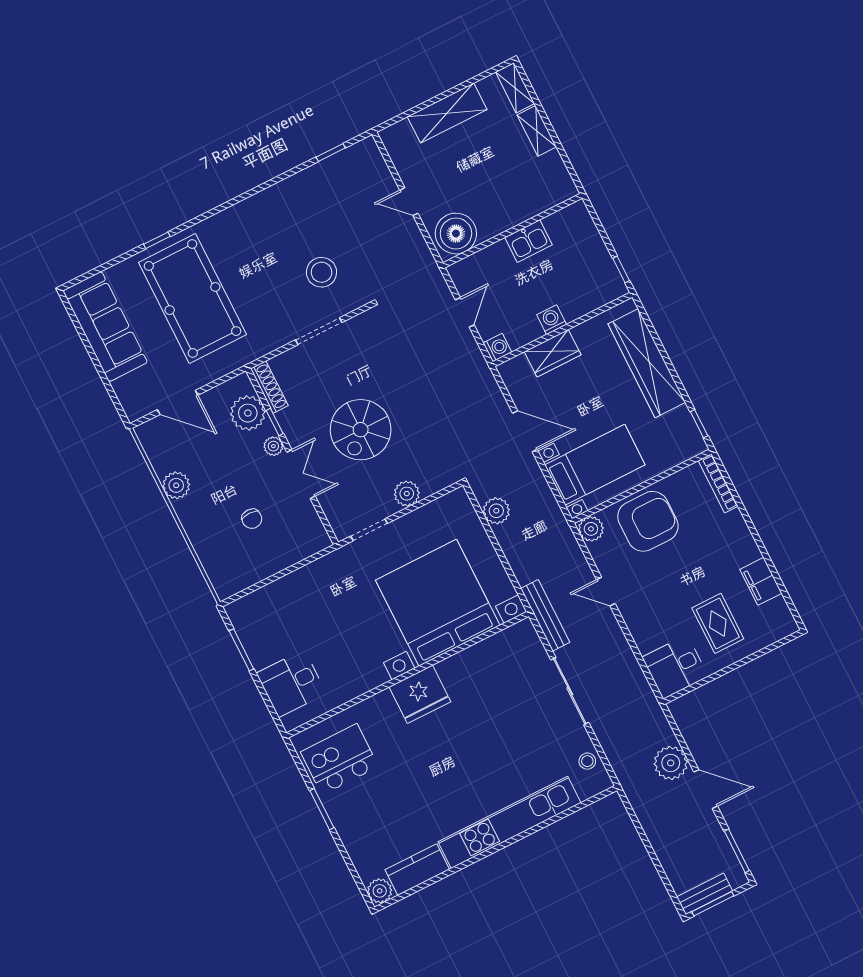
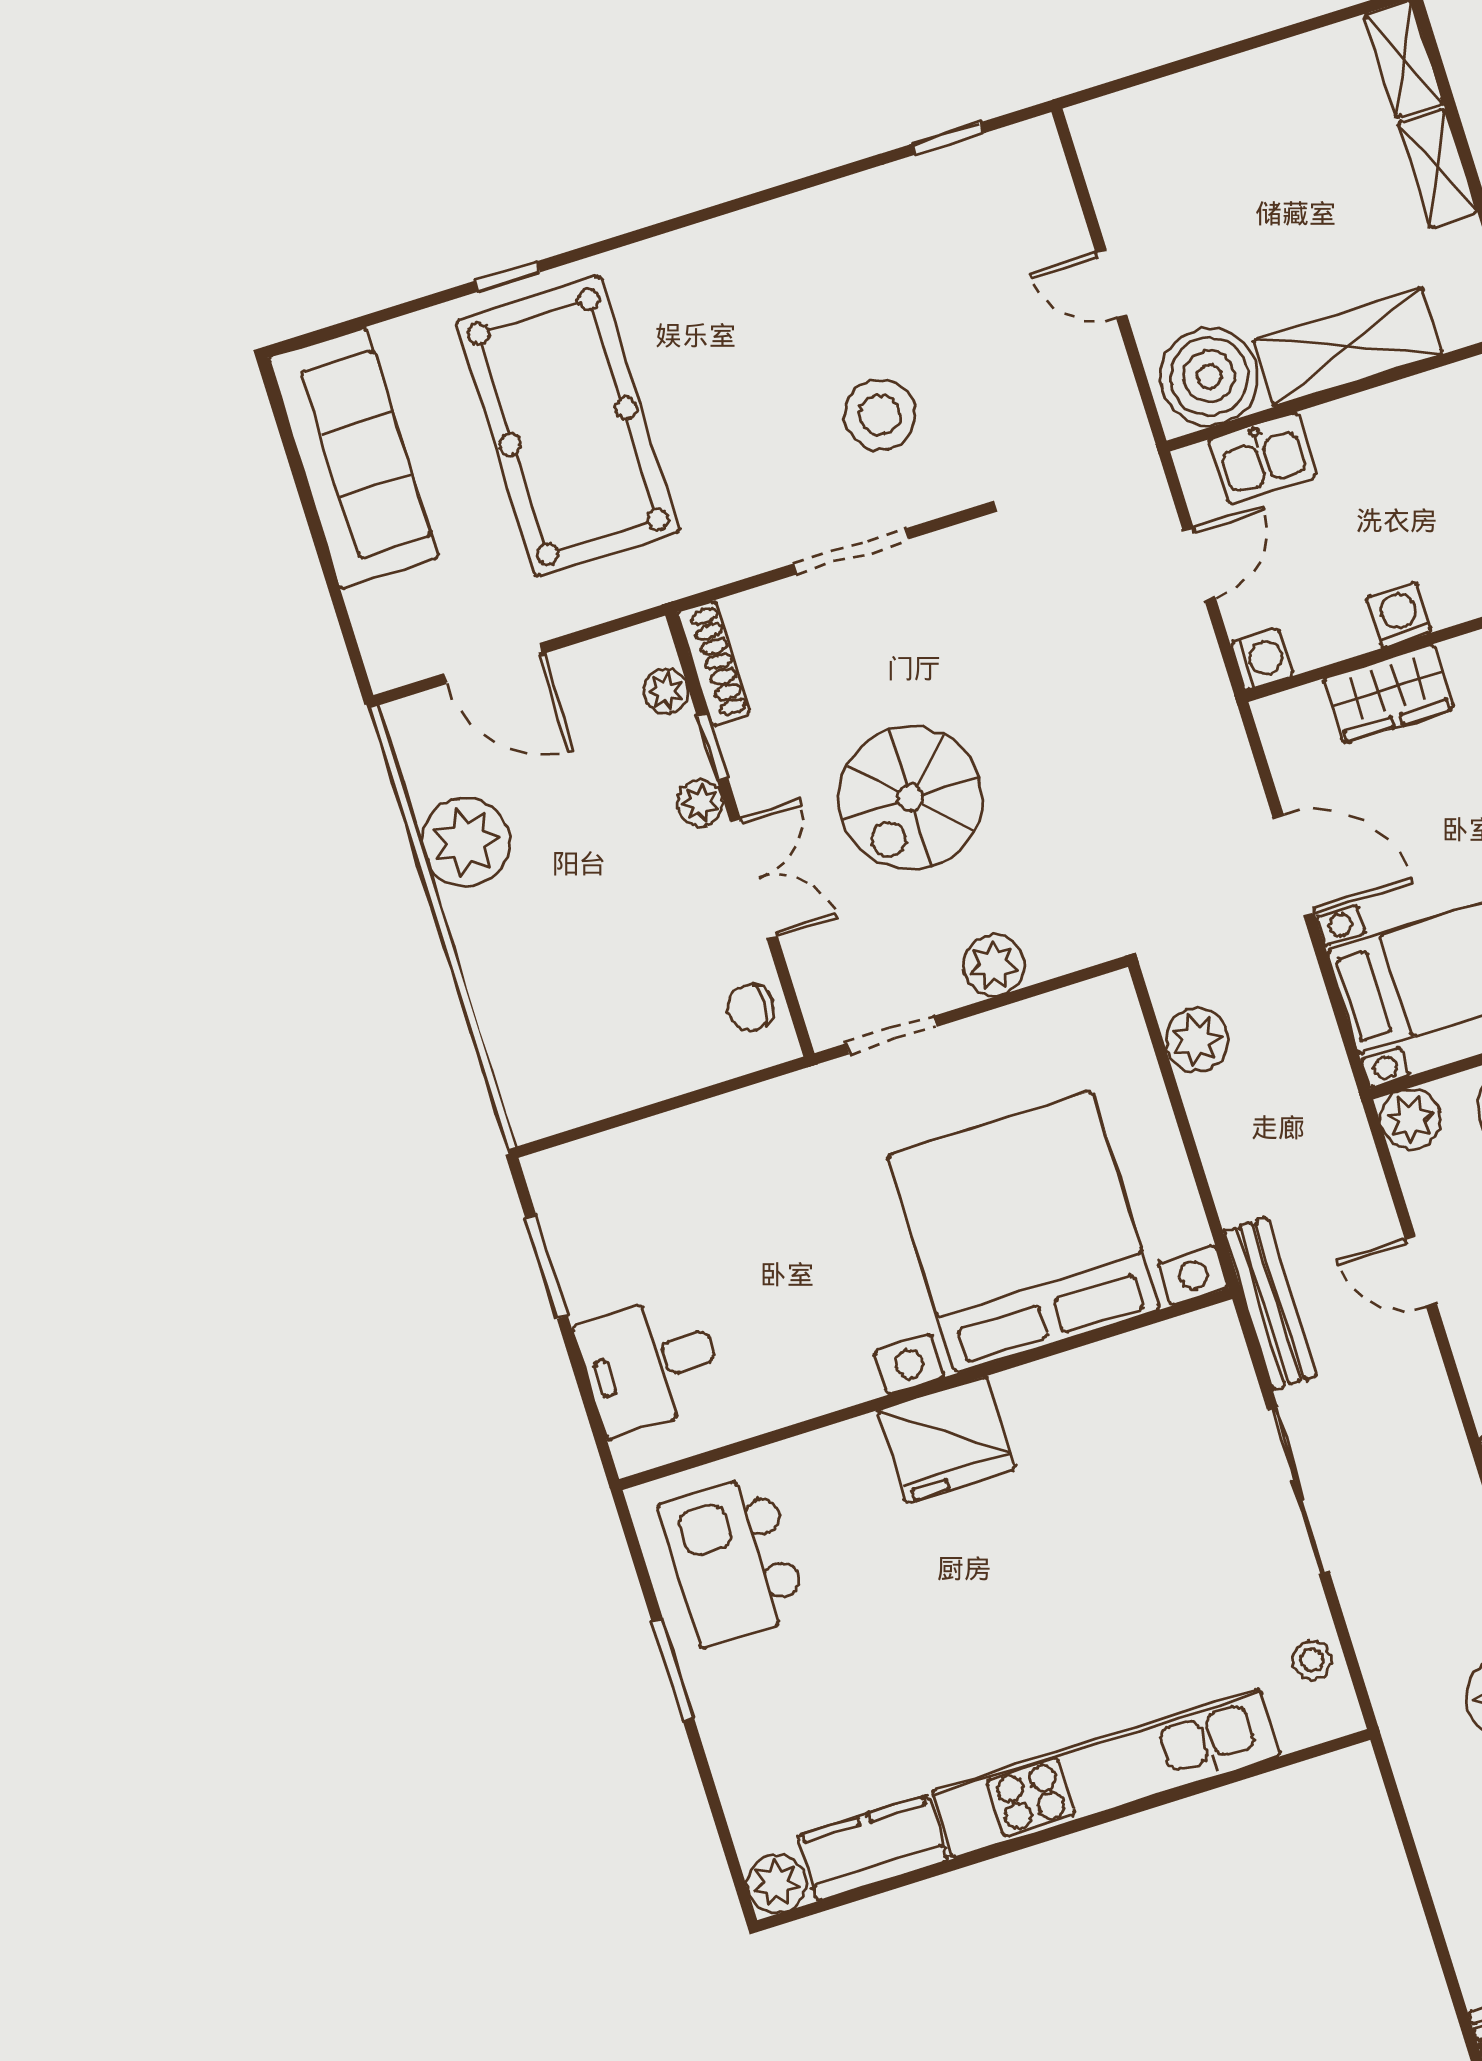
shelving: (447, 113) -> (1348, 347), moved
kitchen sink: (529, 241) -> (1262, 458), moved
plant: (248, 413) -> (666, 691), width x0.53, depth x0.53
plant: (176, 485) -> (466, 842), width x1.36, depth x1.36
chair: (252, 519) -> (750, 1007), moved, turned 90
kitchen island: (340, 759) -> (734, 1560), turned -90

